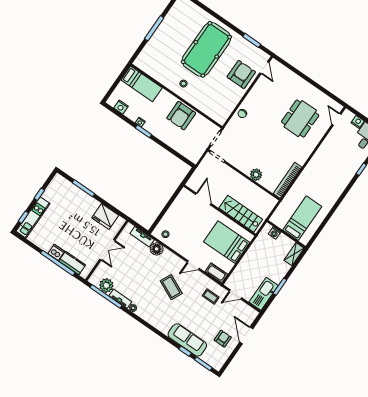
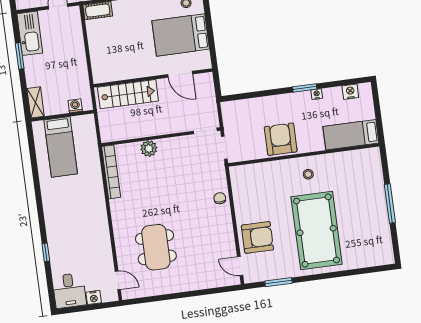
armchair: (241, 74) -> (257, 237), turned -90
bed: (227, 242) -> (181, 35), moved, turned 180

